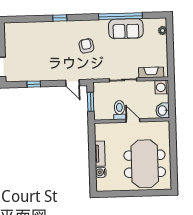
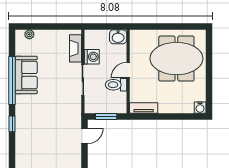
window: (60, 18) -> (12, 124), moved
armchair: (86, 46) -> (44, 119), removed
washing machine: (162, 87) -> (92, 57), moved, turned -90
tv unit: (100, 154) -> (144, 108), moved
water cooler: (101, 172) -> (200, 108), moved

